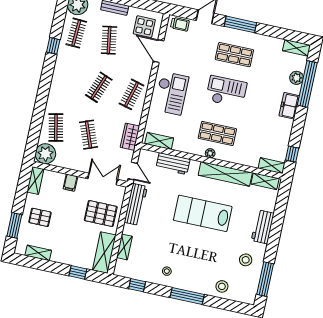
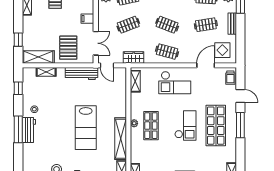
shop shelf: (234, 55) -> (216, 126), width x1.43, depth x1.36
workbench: (173, 164) -> (29, 130), moved, turned 180
door: (133, 171) -> (107, 65), hinge flipped
lab bench: (203, 213) -> (86, 128), turned 180
stool: (222, 286) -> (32, 155), removed

